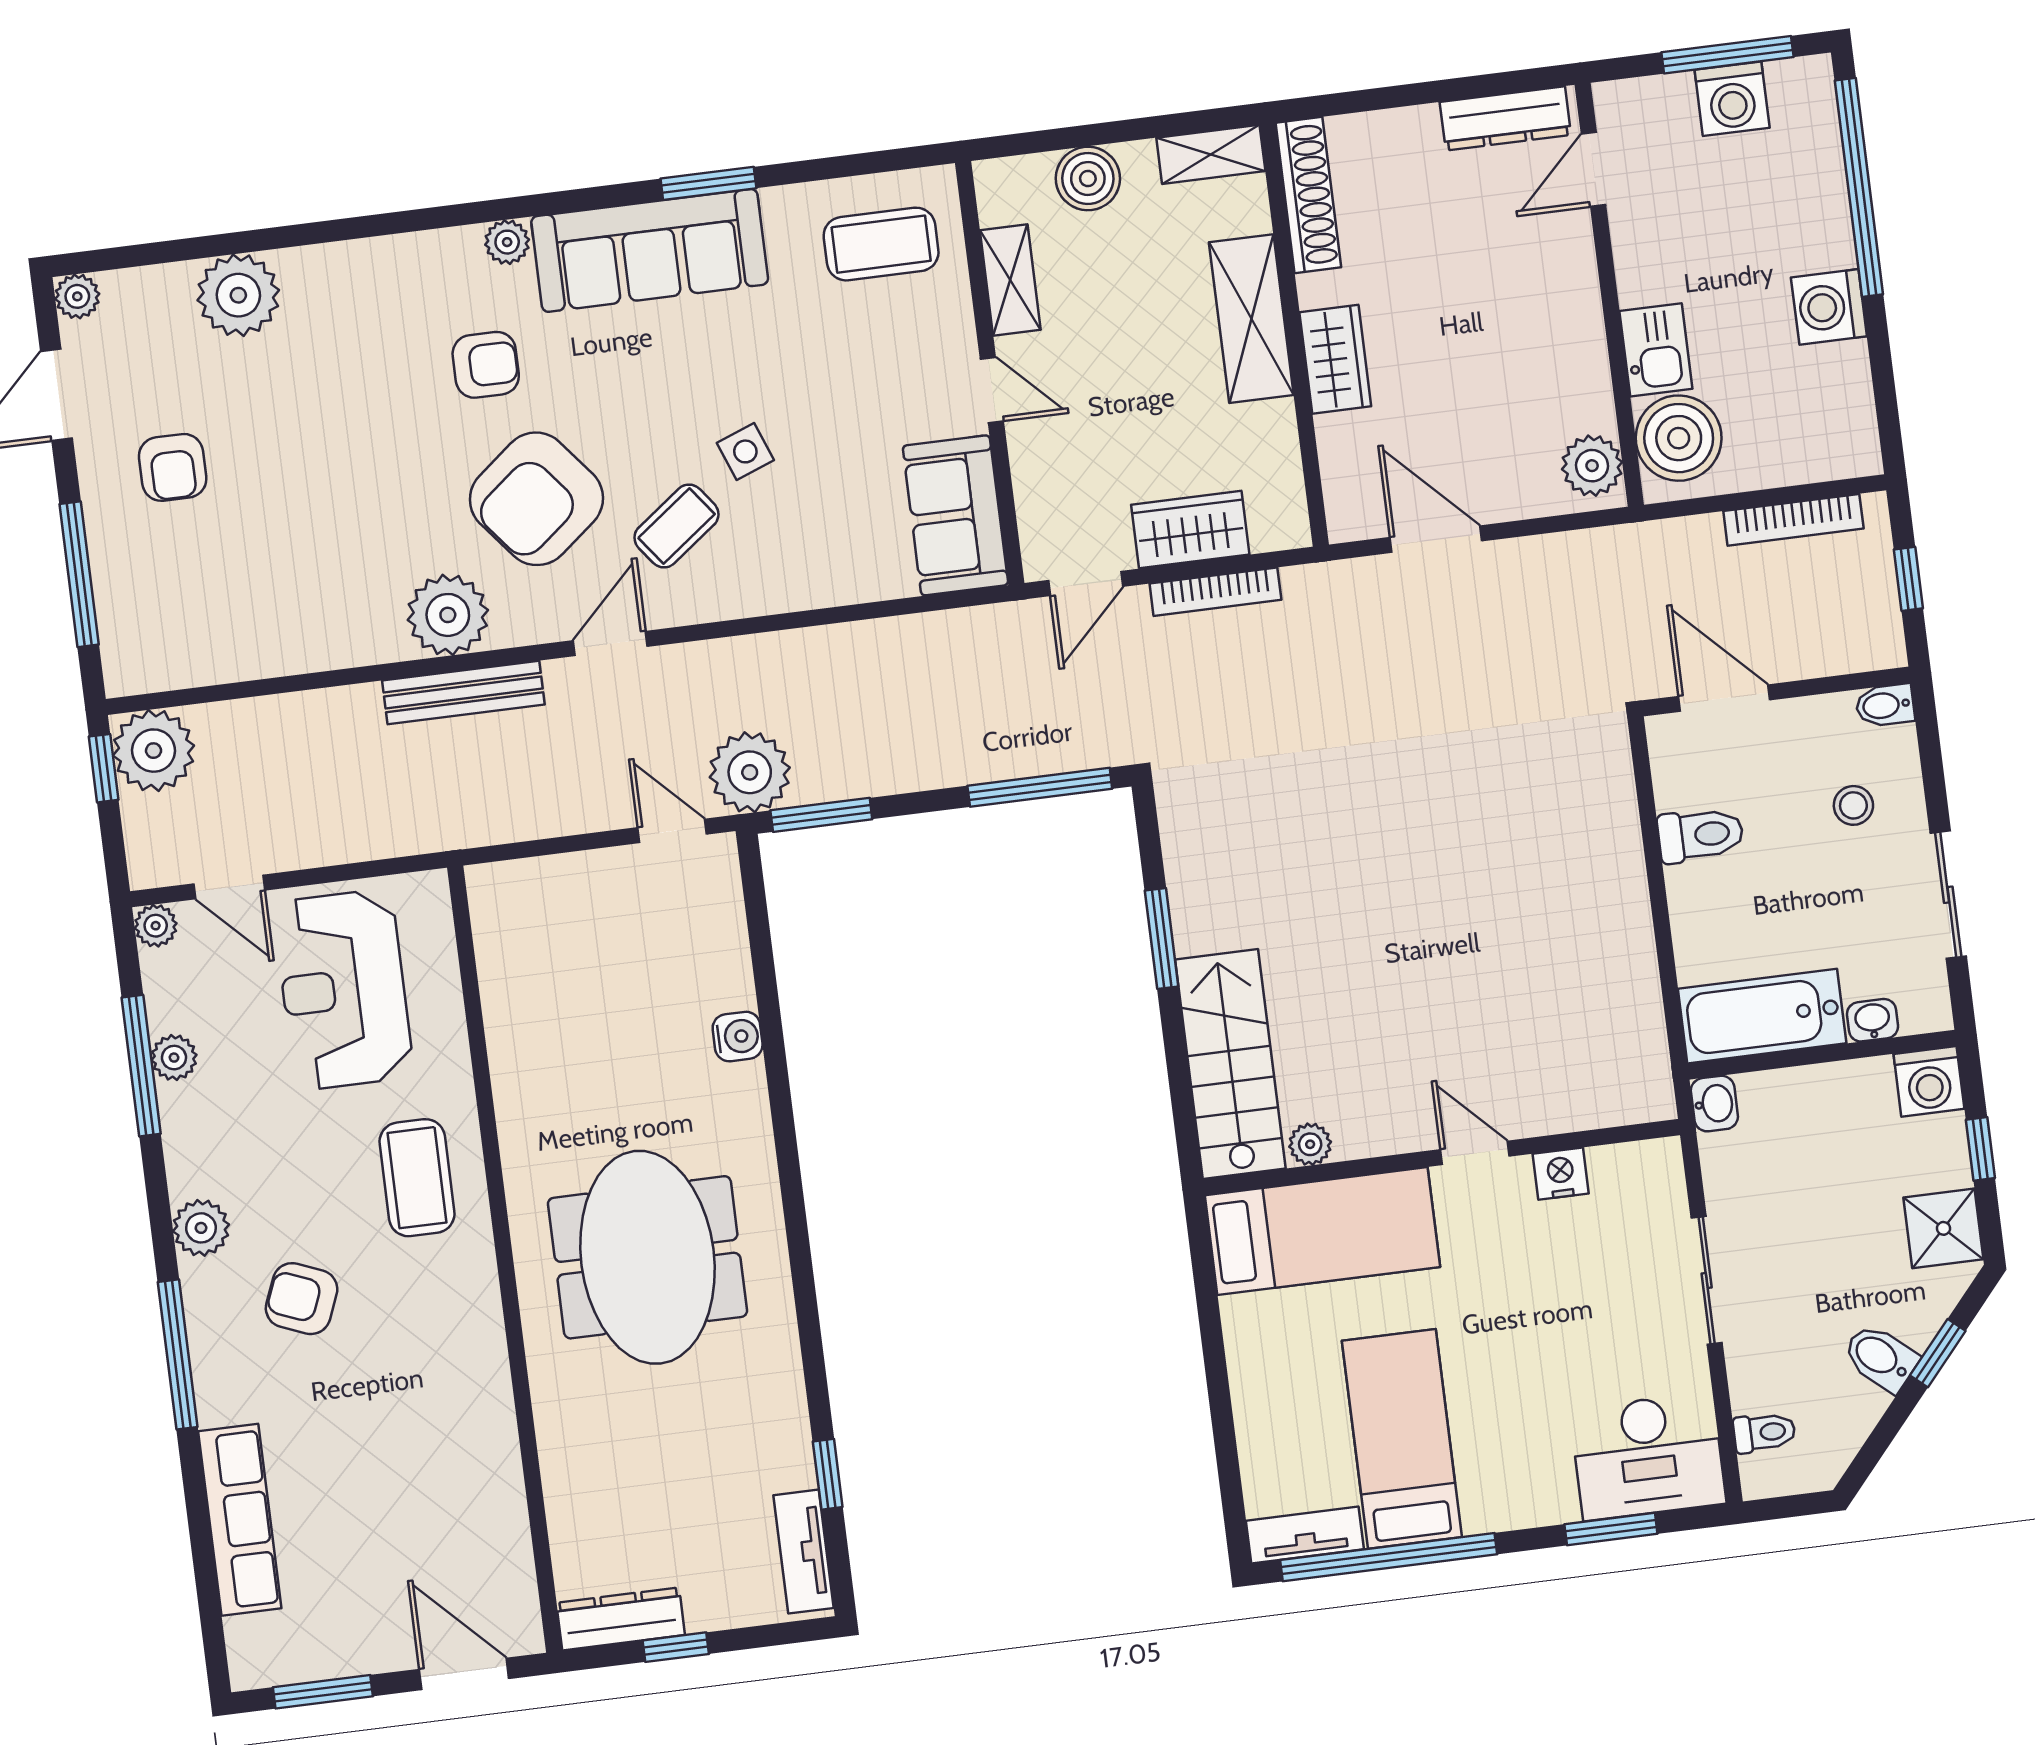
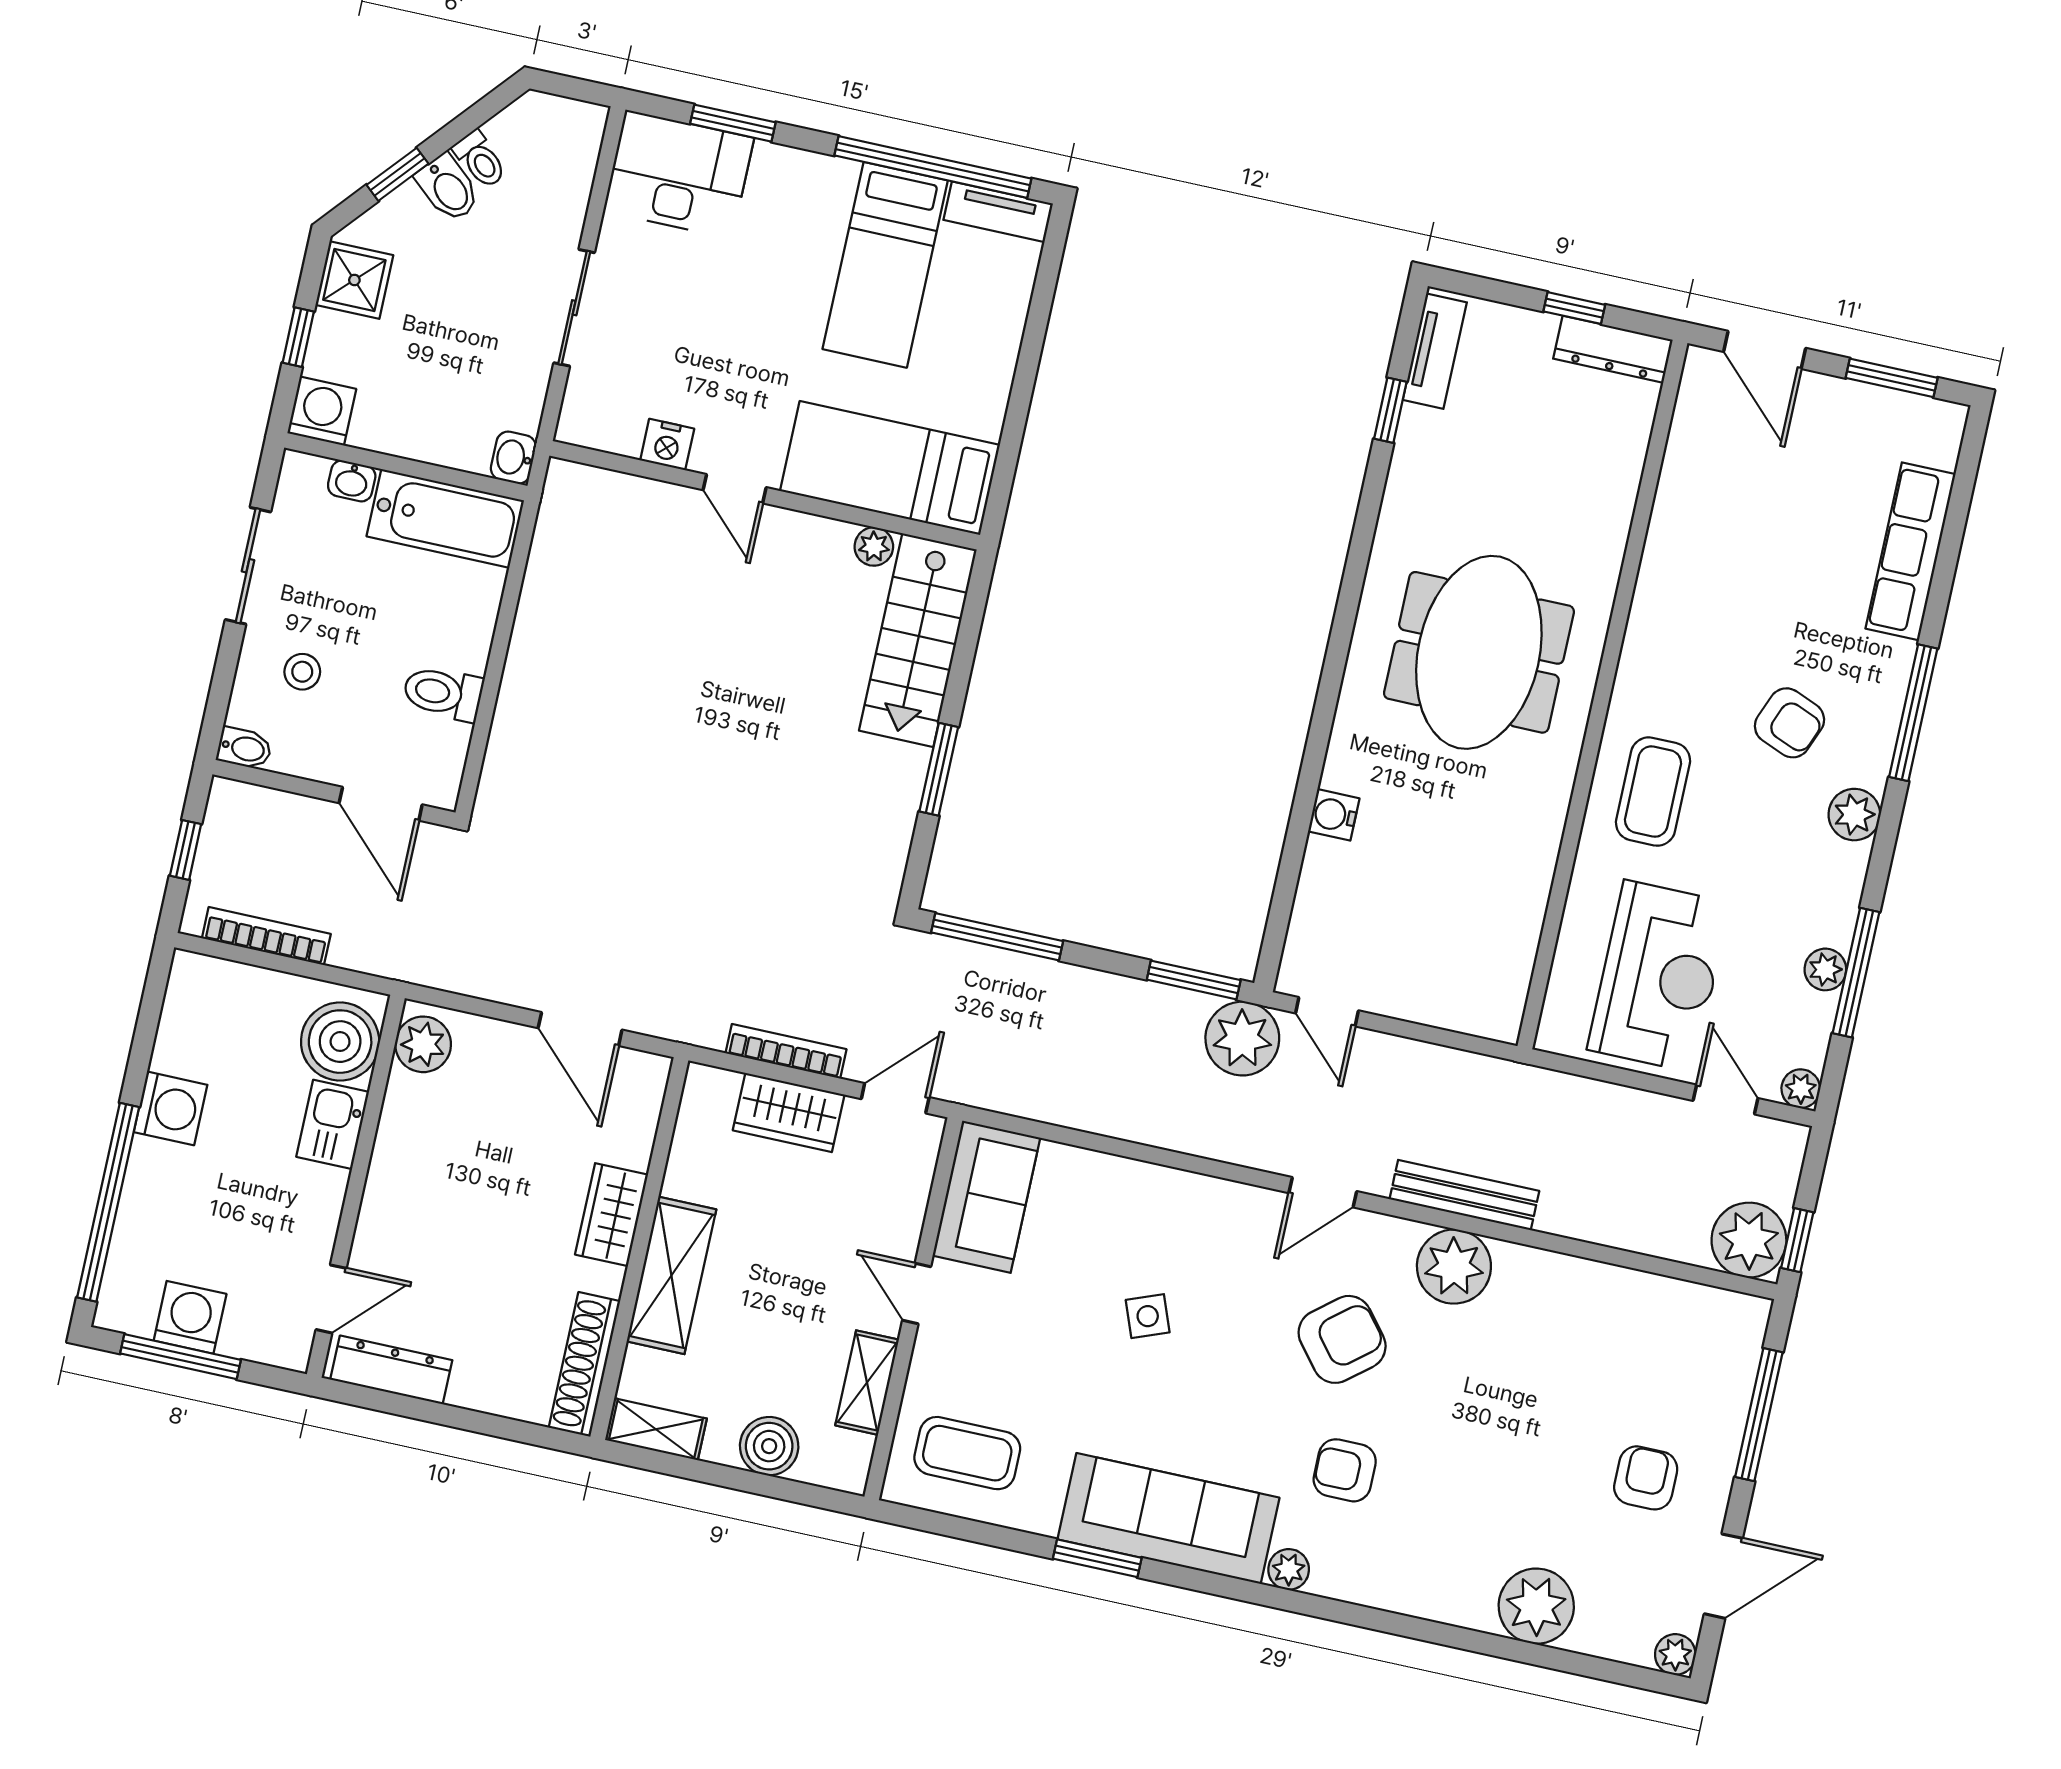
armchair: (536, 499) -> (1342, 1339), width x0.73, depth x0.73
coffee table: (676, 526) -> (1230, 1273), removed
toilet: (1764, 1432) -> (480, 160), moved, turned -139

